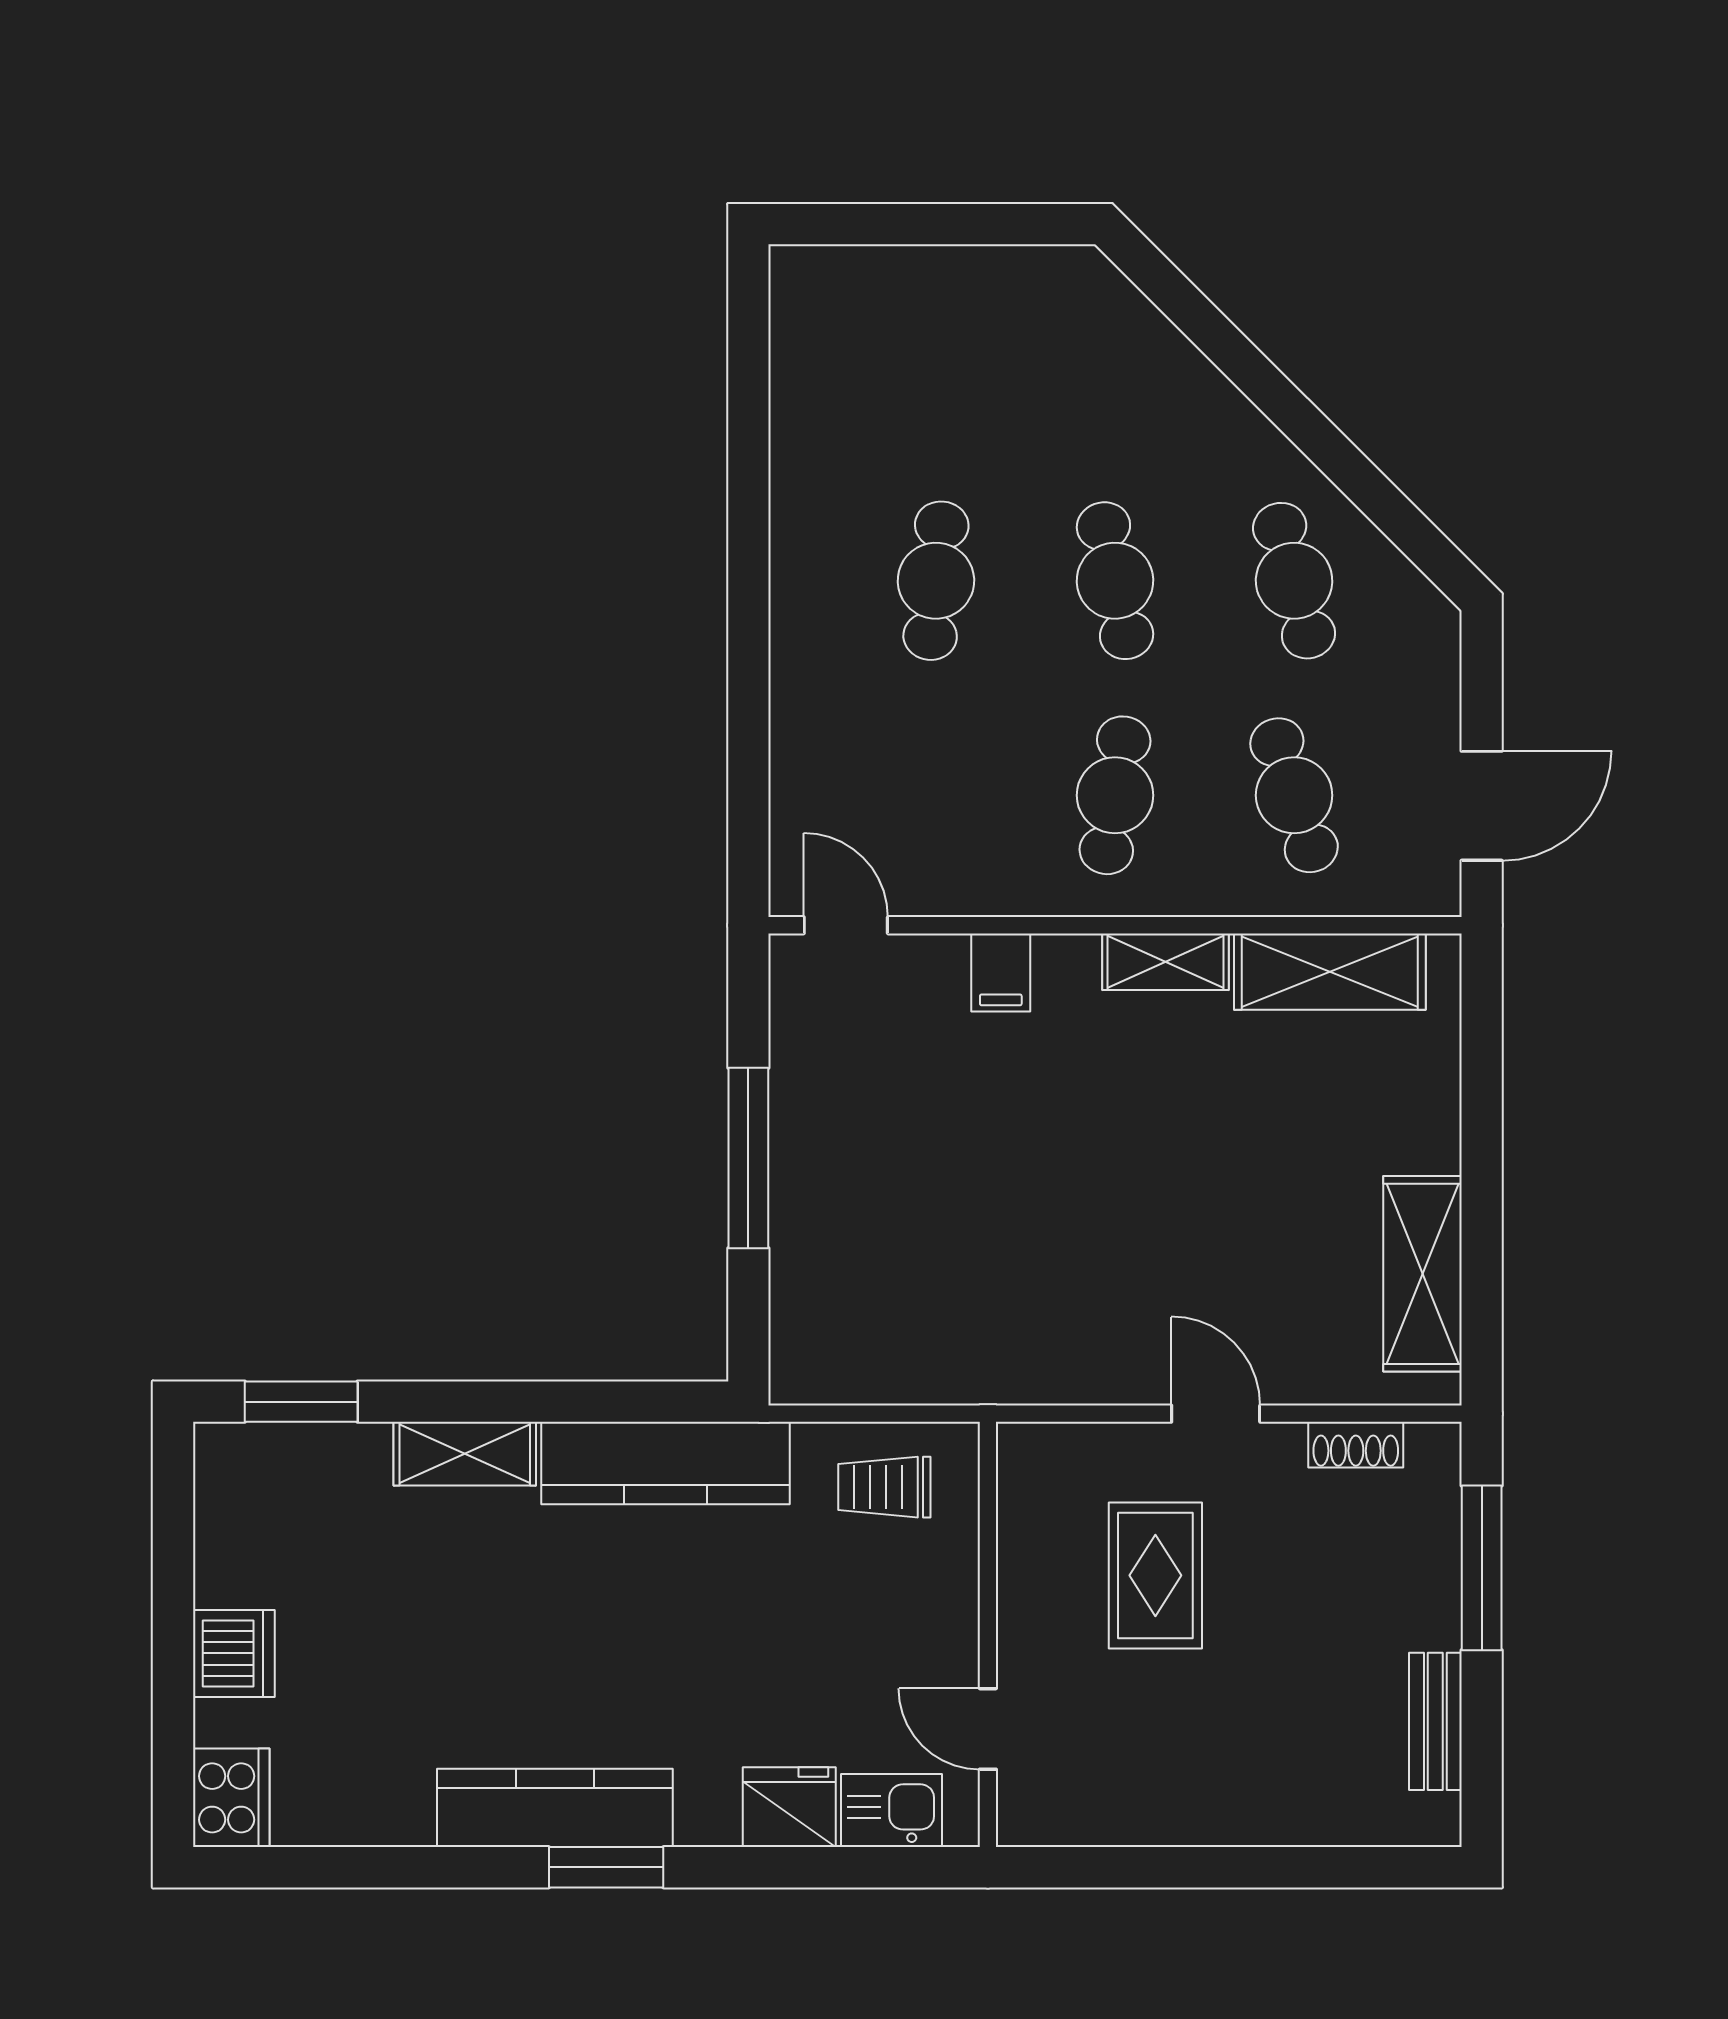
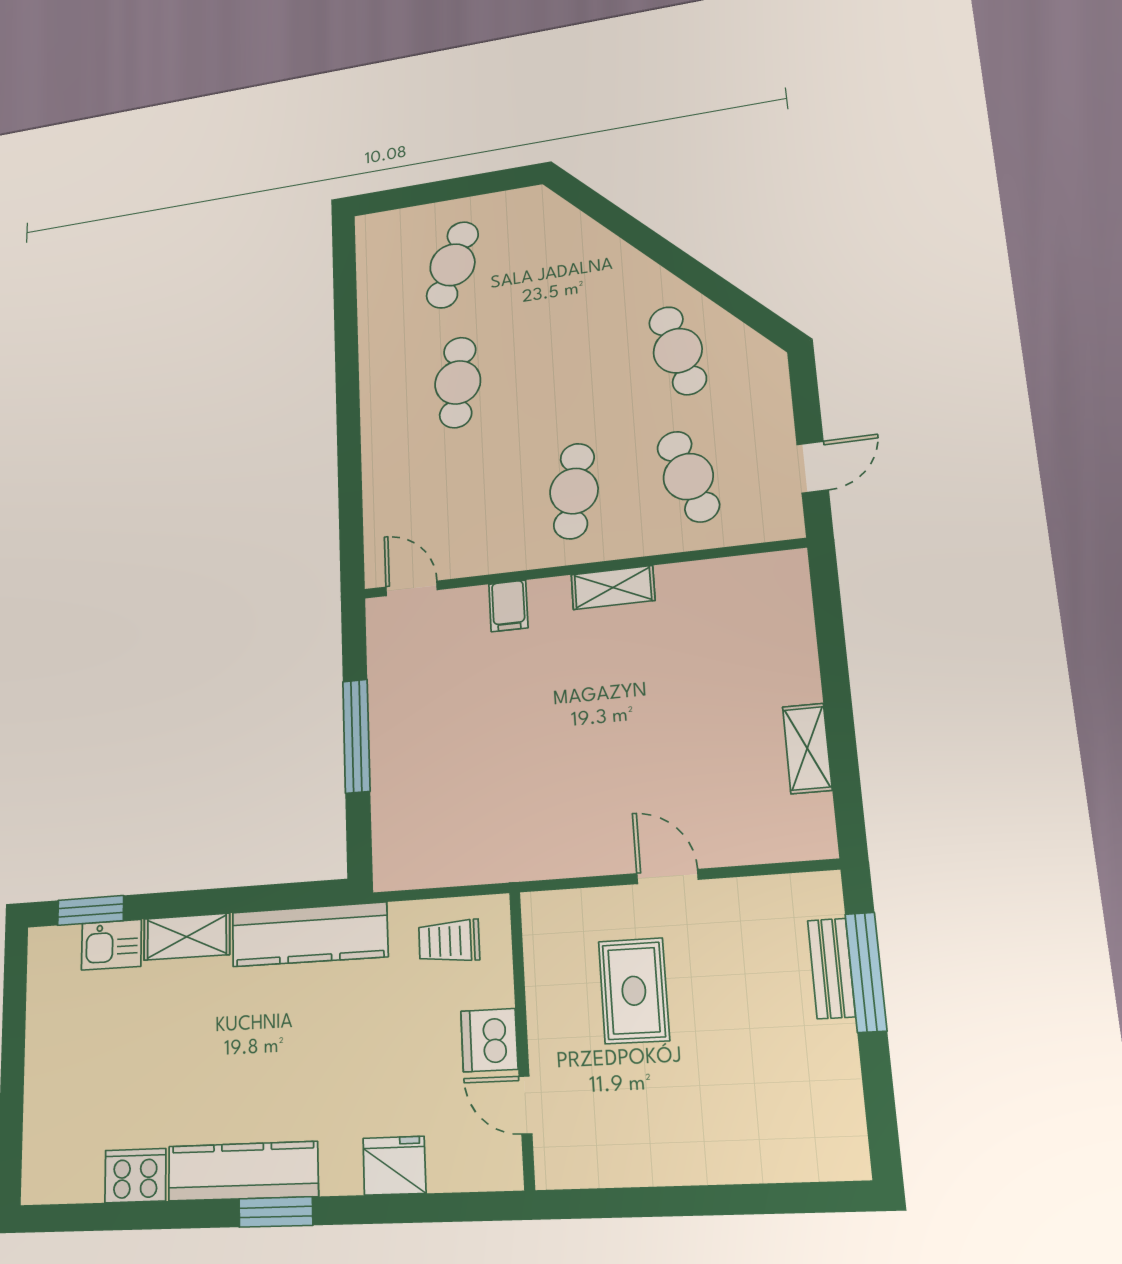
cafe table: (1115, 581) -> (452, 265), moved, turned 33
door: (1482, 806) -> (813, 467), width x0.73
shelving: (1330, 972) -> (721, 582), removed
shelving: (1422, 1274) -> (807, 748), width x0.67, depth x0.75
shoe rack: (1356, 1445) -> (767, 891), removed
dishwasher: (234, 1653) -> (489, 1040), moved, turned 180
bench: (1435, 1721) -> (831, 968), moved
cooker: (231, 1798) -> (135, 1176), moved, turned -90
kitchen sink: (891, 1811) -> (111, 945), moved, turned 180

